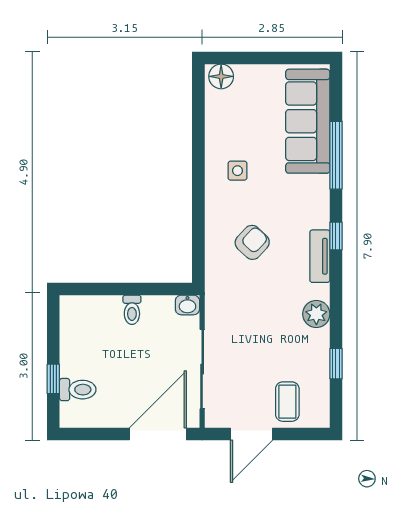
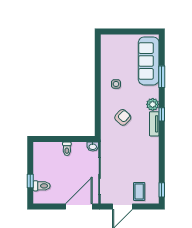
floor lamp: (221, 76) -> (108, 40), removed
window: (336, 155) -> (162, 77), width x0.69
plant: (316, 314) -> (153, 104), moved
window: (336, 364) -> (162, 190), moved

